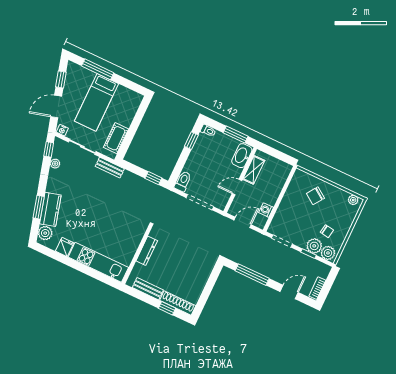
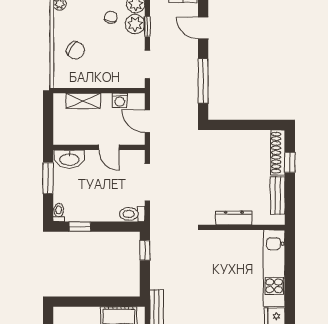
shelving: (254, 170) -> (83, 101), moved

